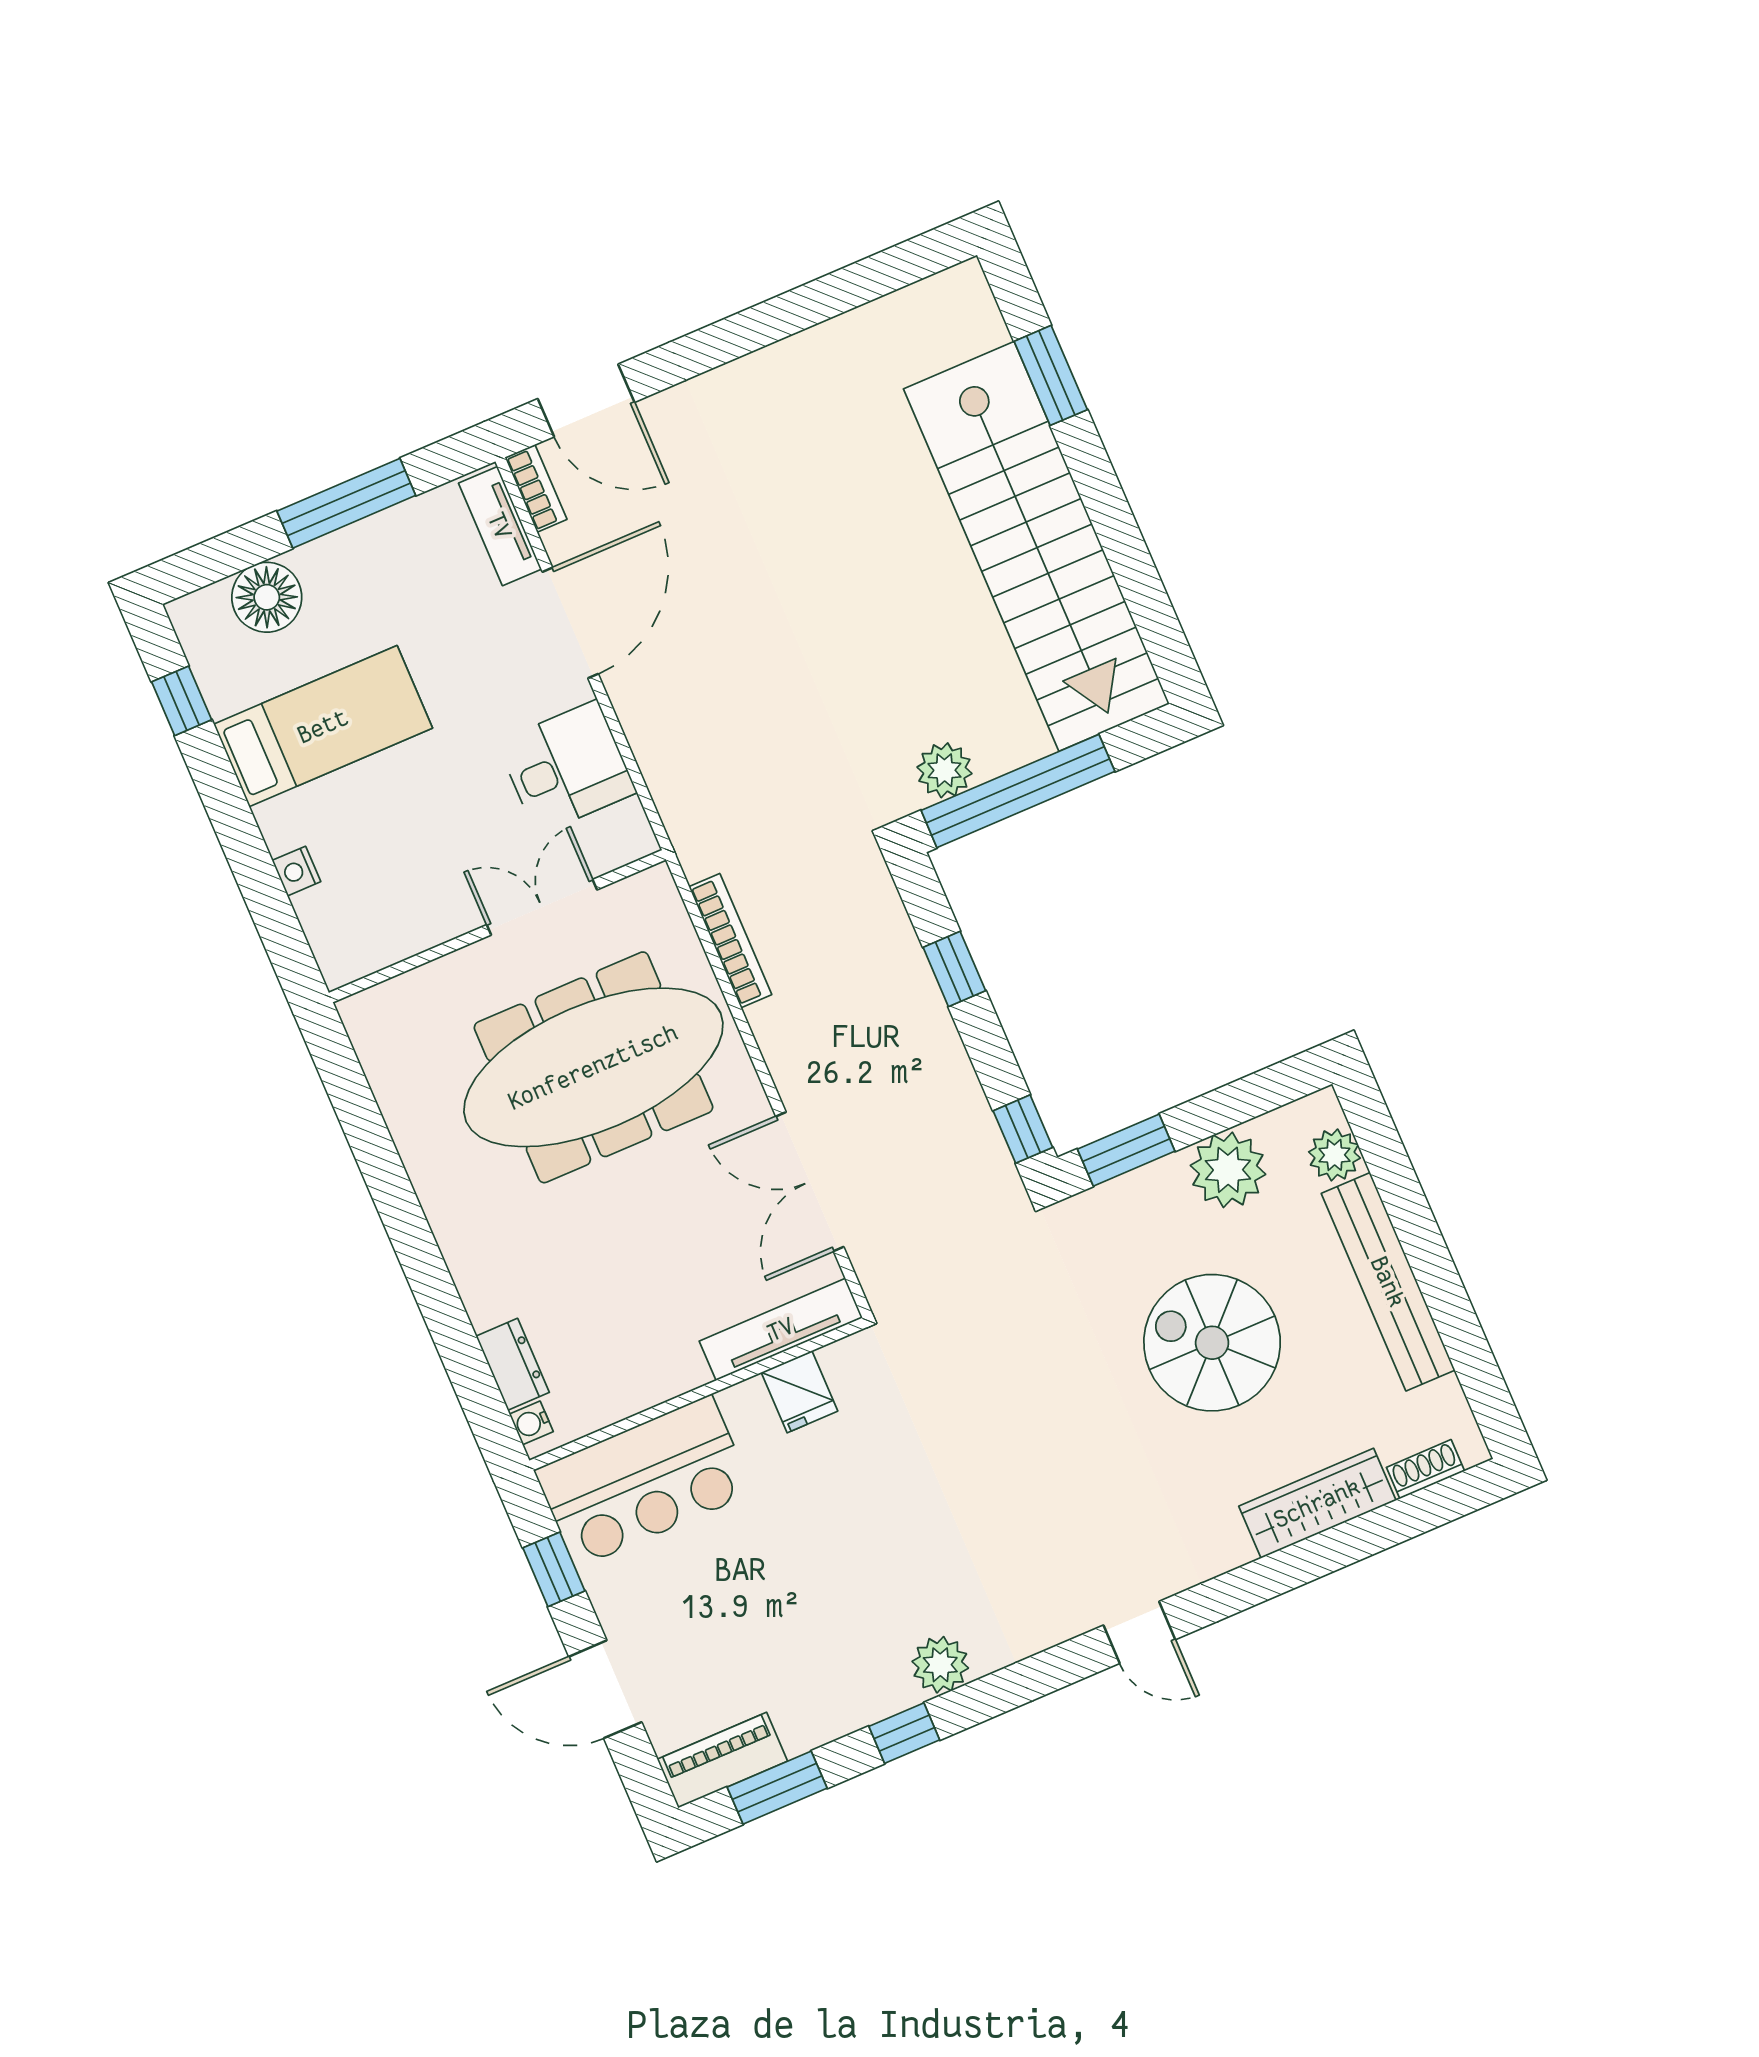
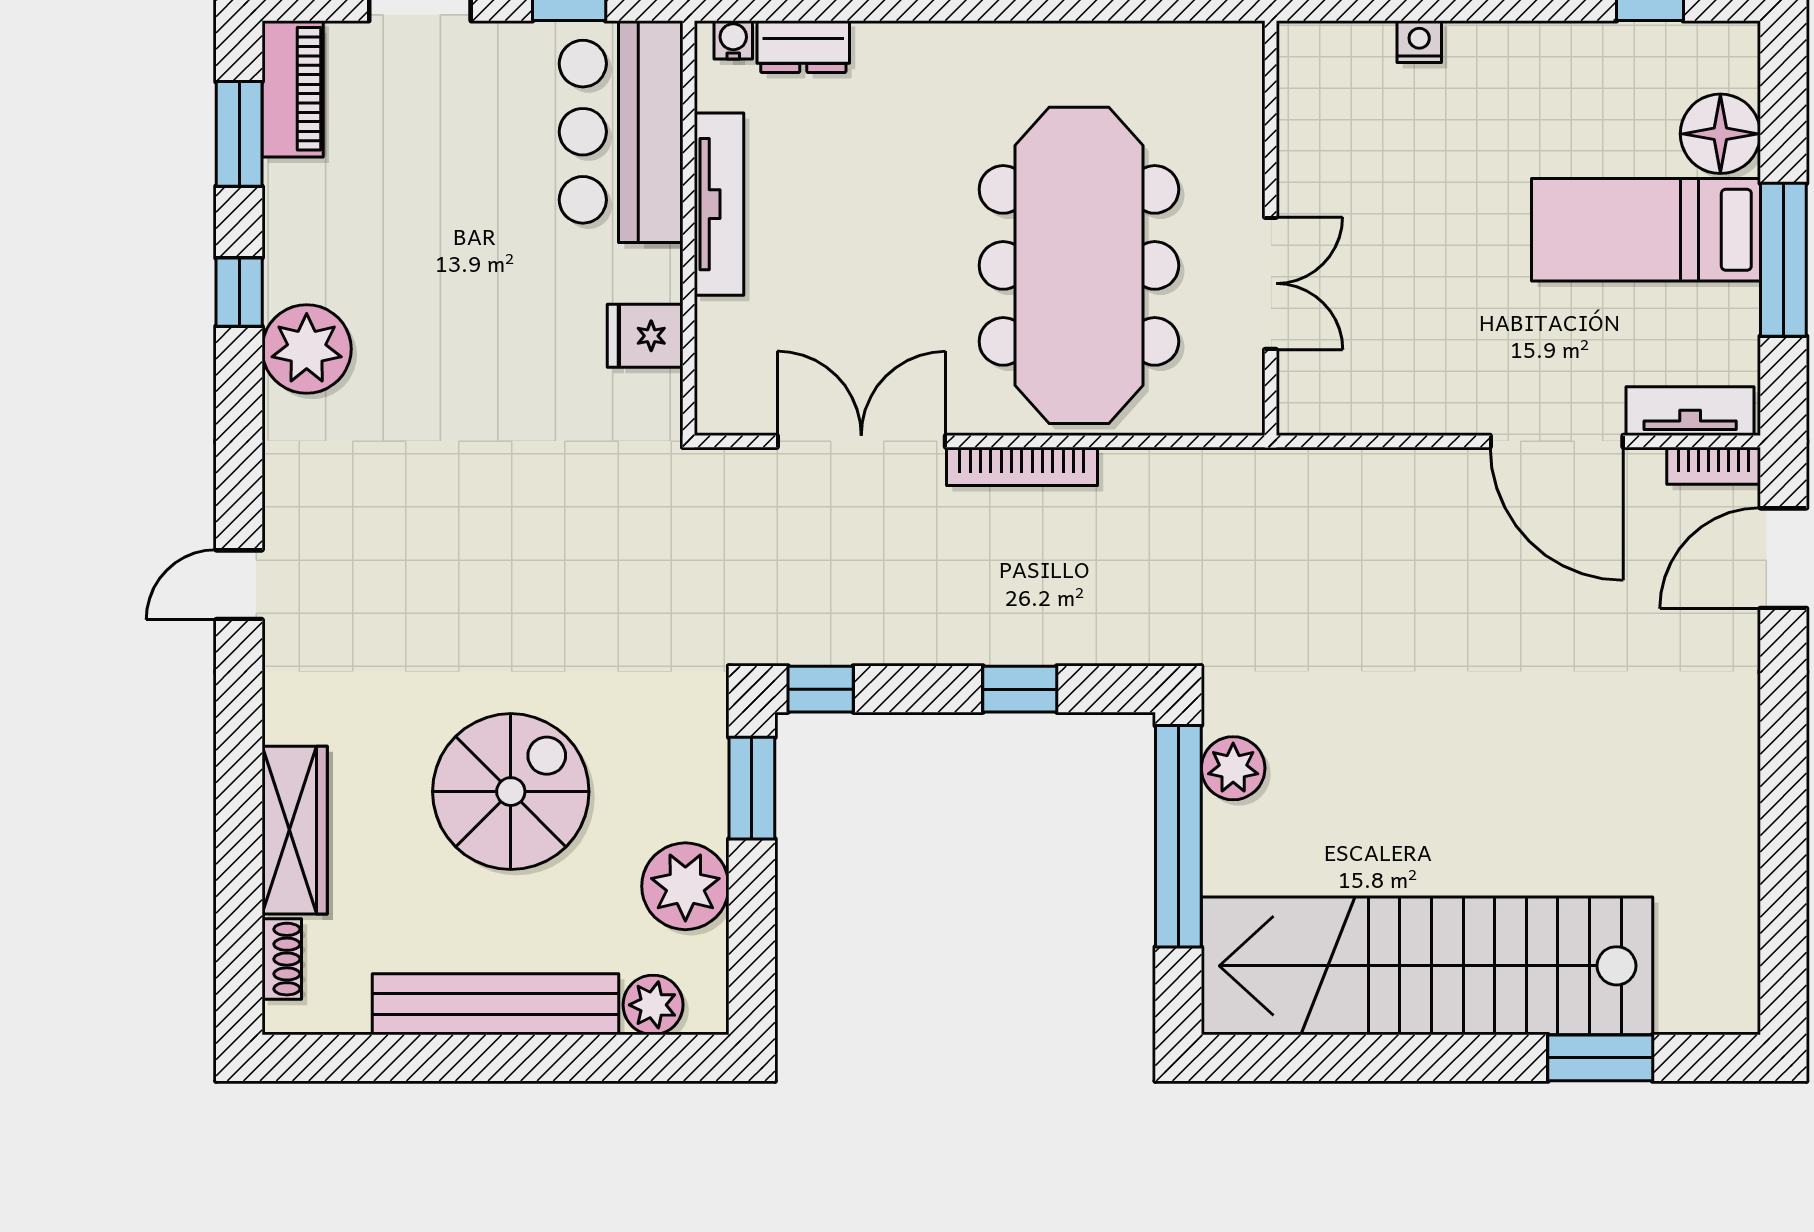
bed: (323, 726) -> (1646, 230), moved, turned 90
desk: (567, 767) -> (1406, 372), removed
bookcase: (730, 941) -> (1022, 466), moved
tv unit: (781, 1329) -> (719, 204), moved
plant: (940, 1665) -> (307, 349), width x1.36, depth x1.36

